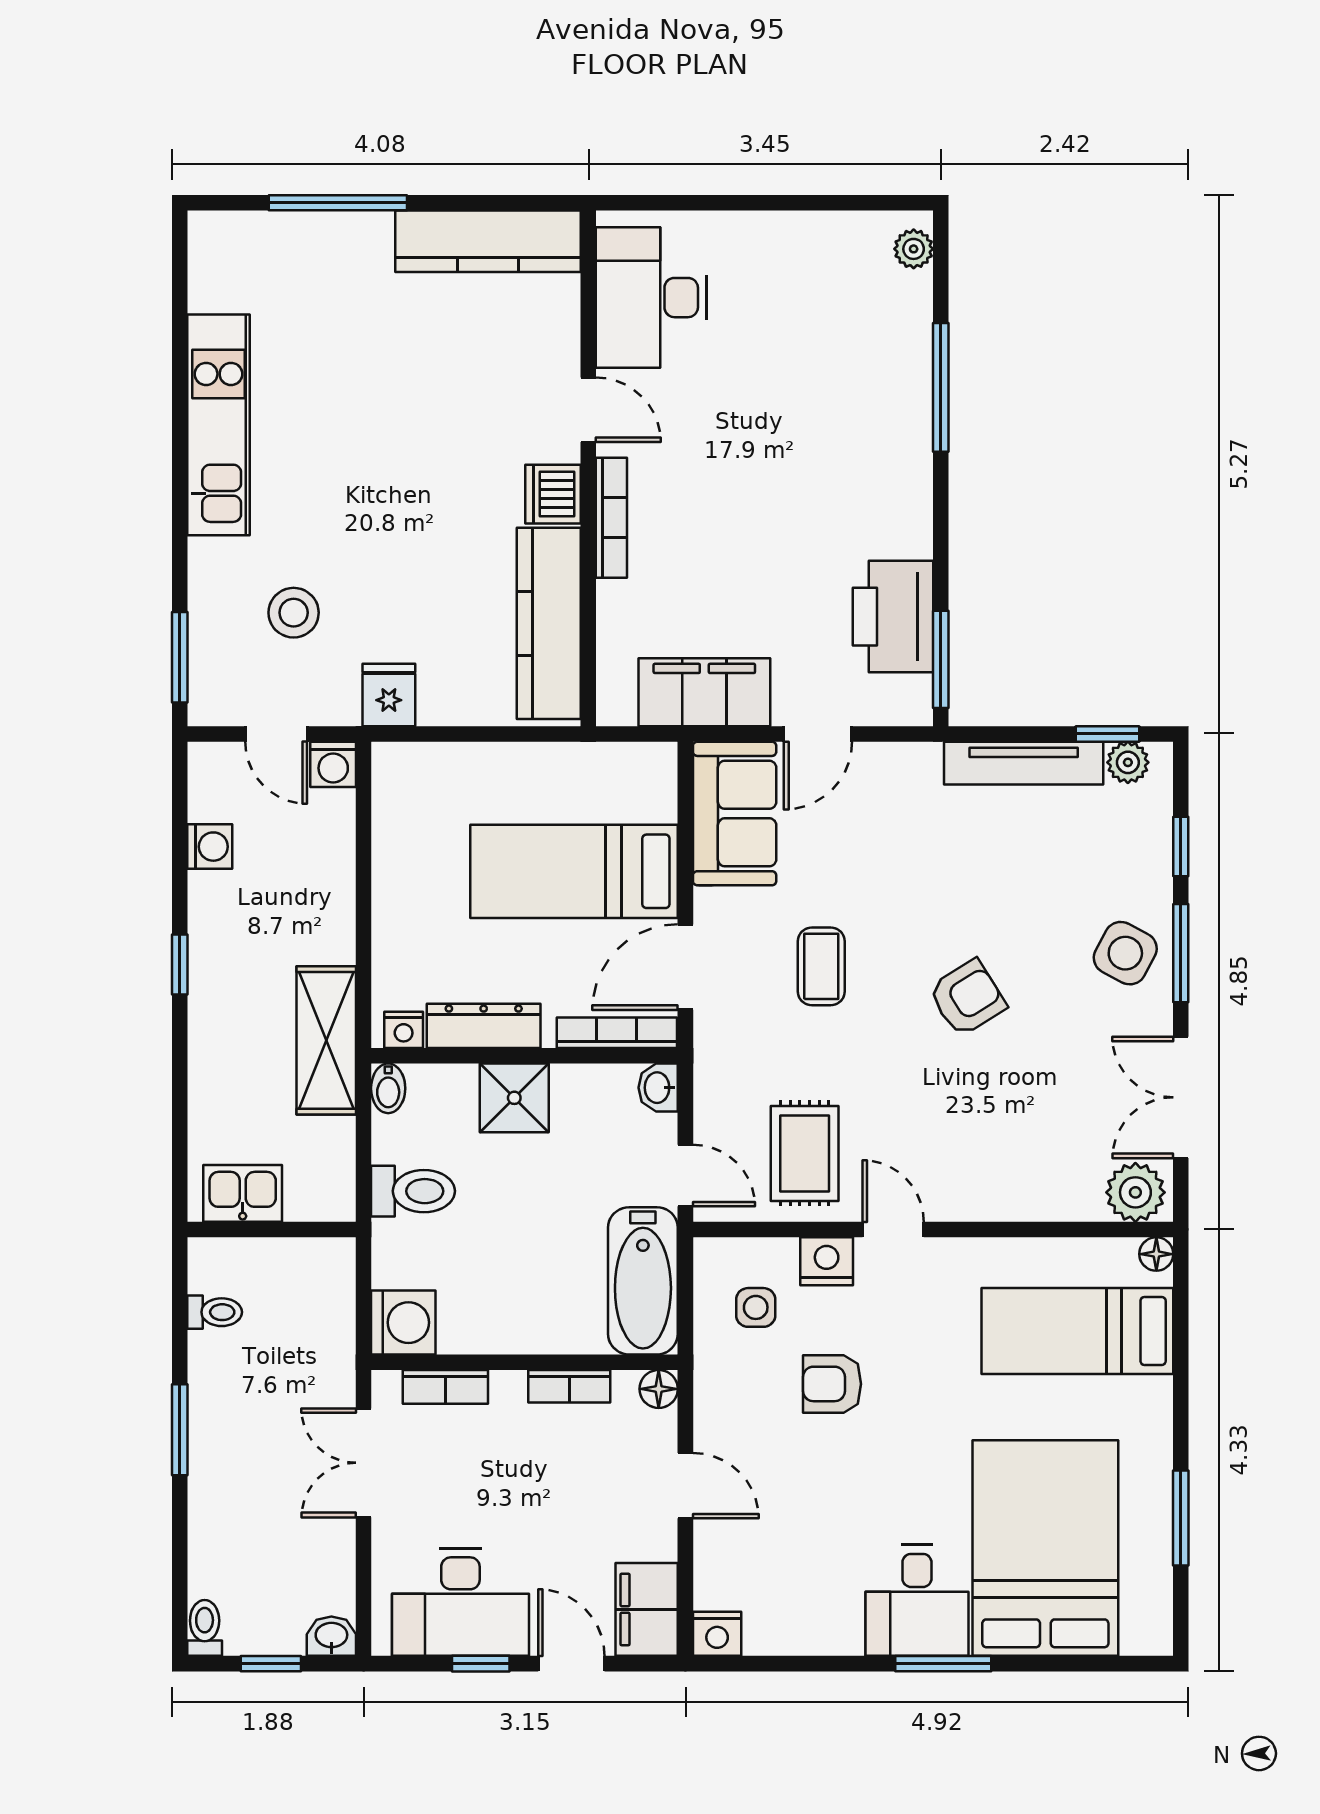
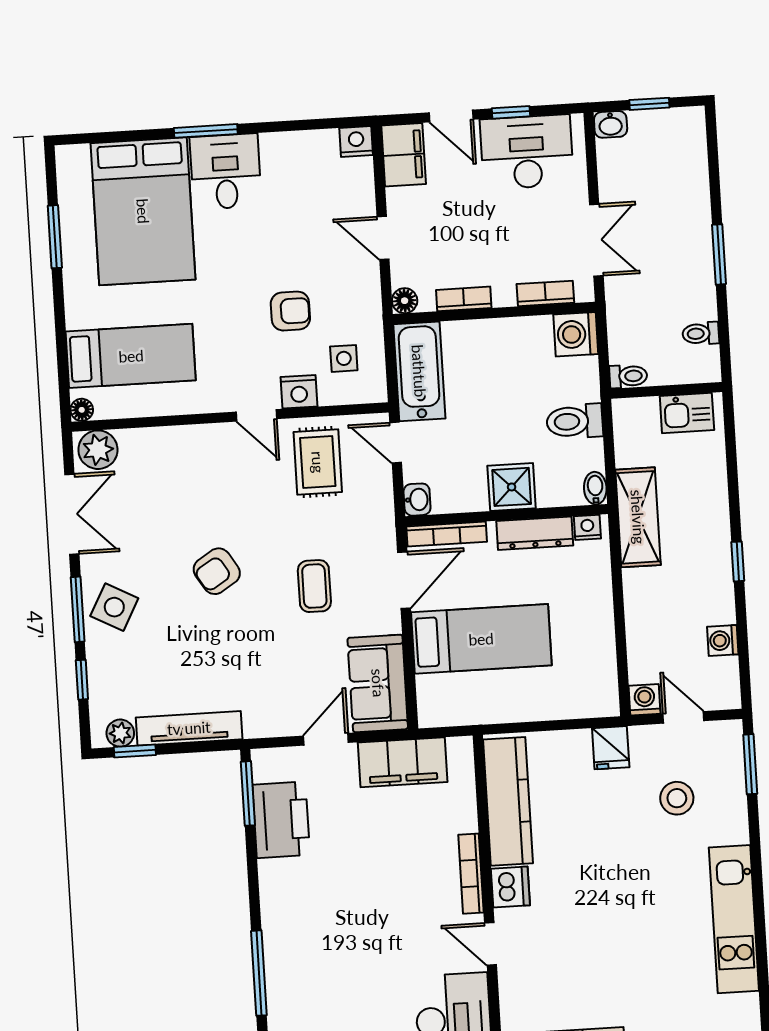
toilet: (205, 1628) -> (628, 376), moved, turned -90

